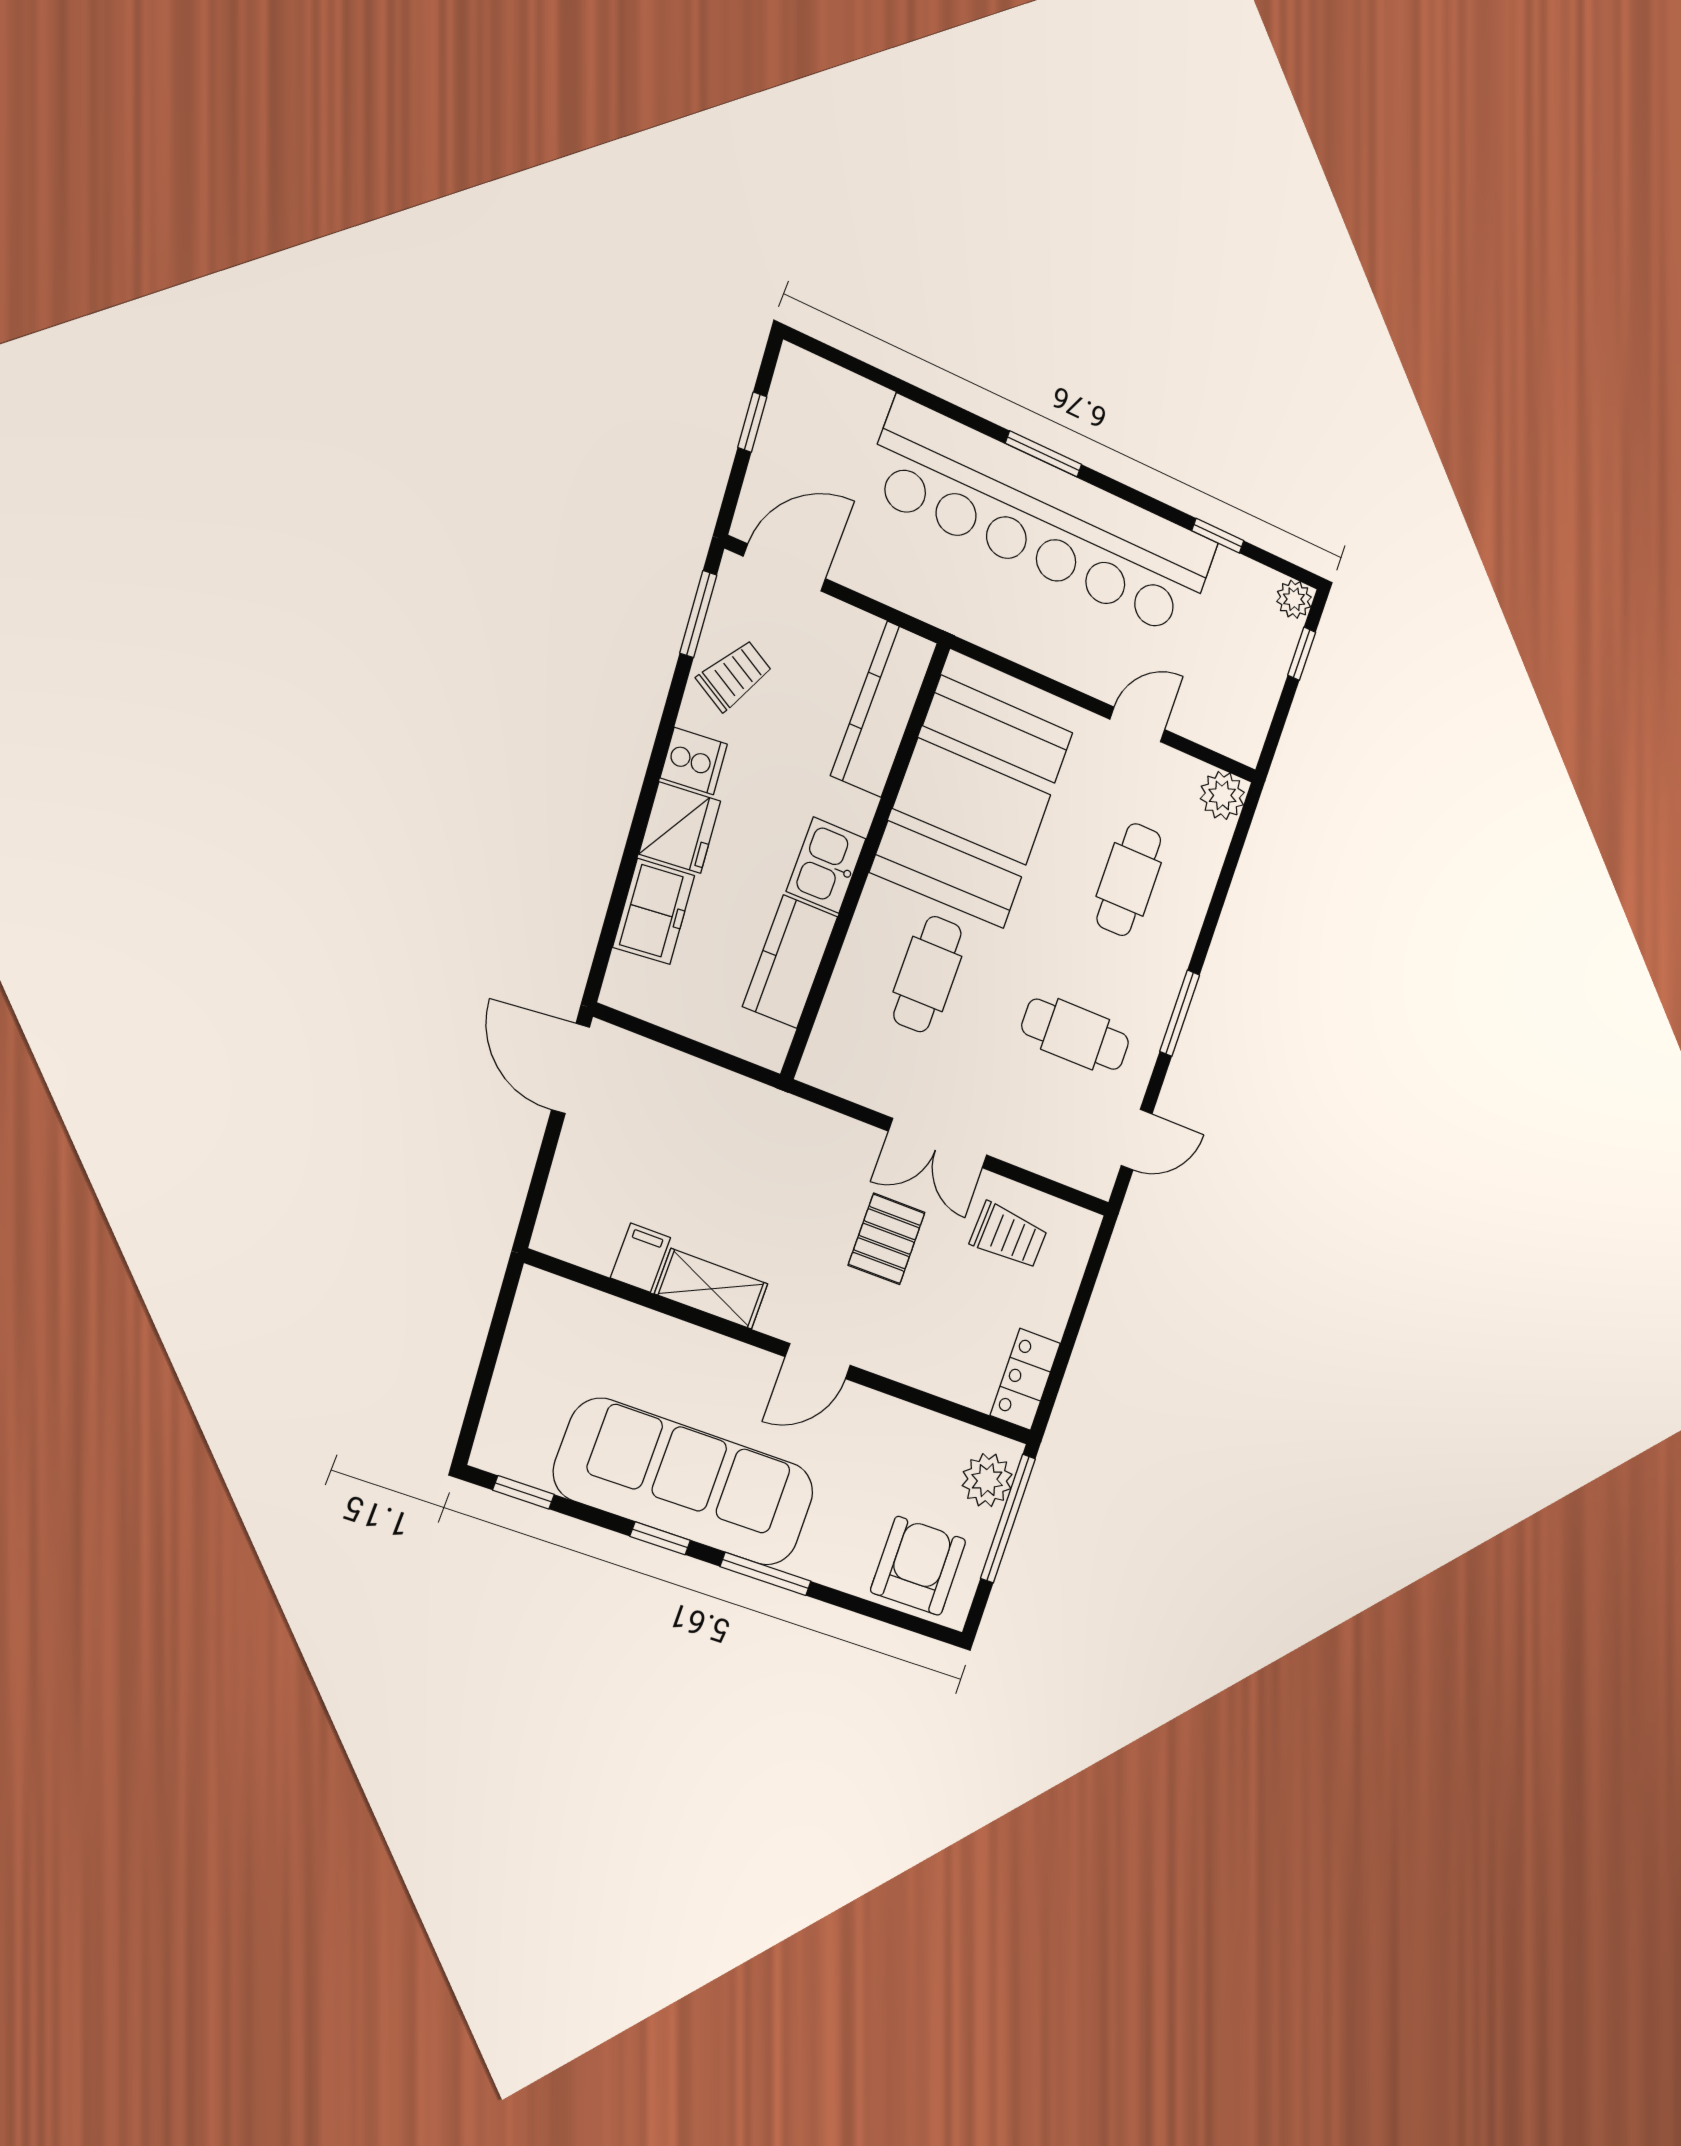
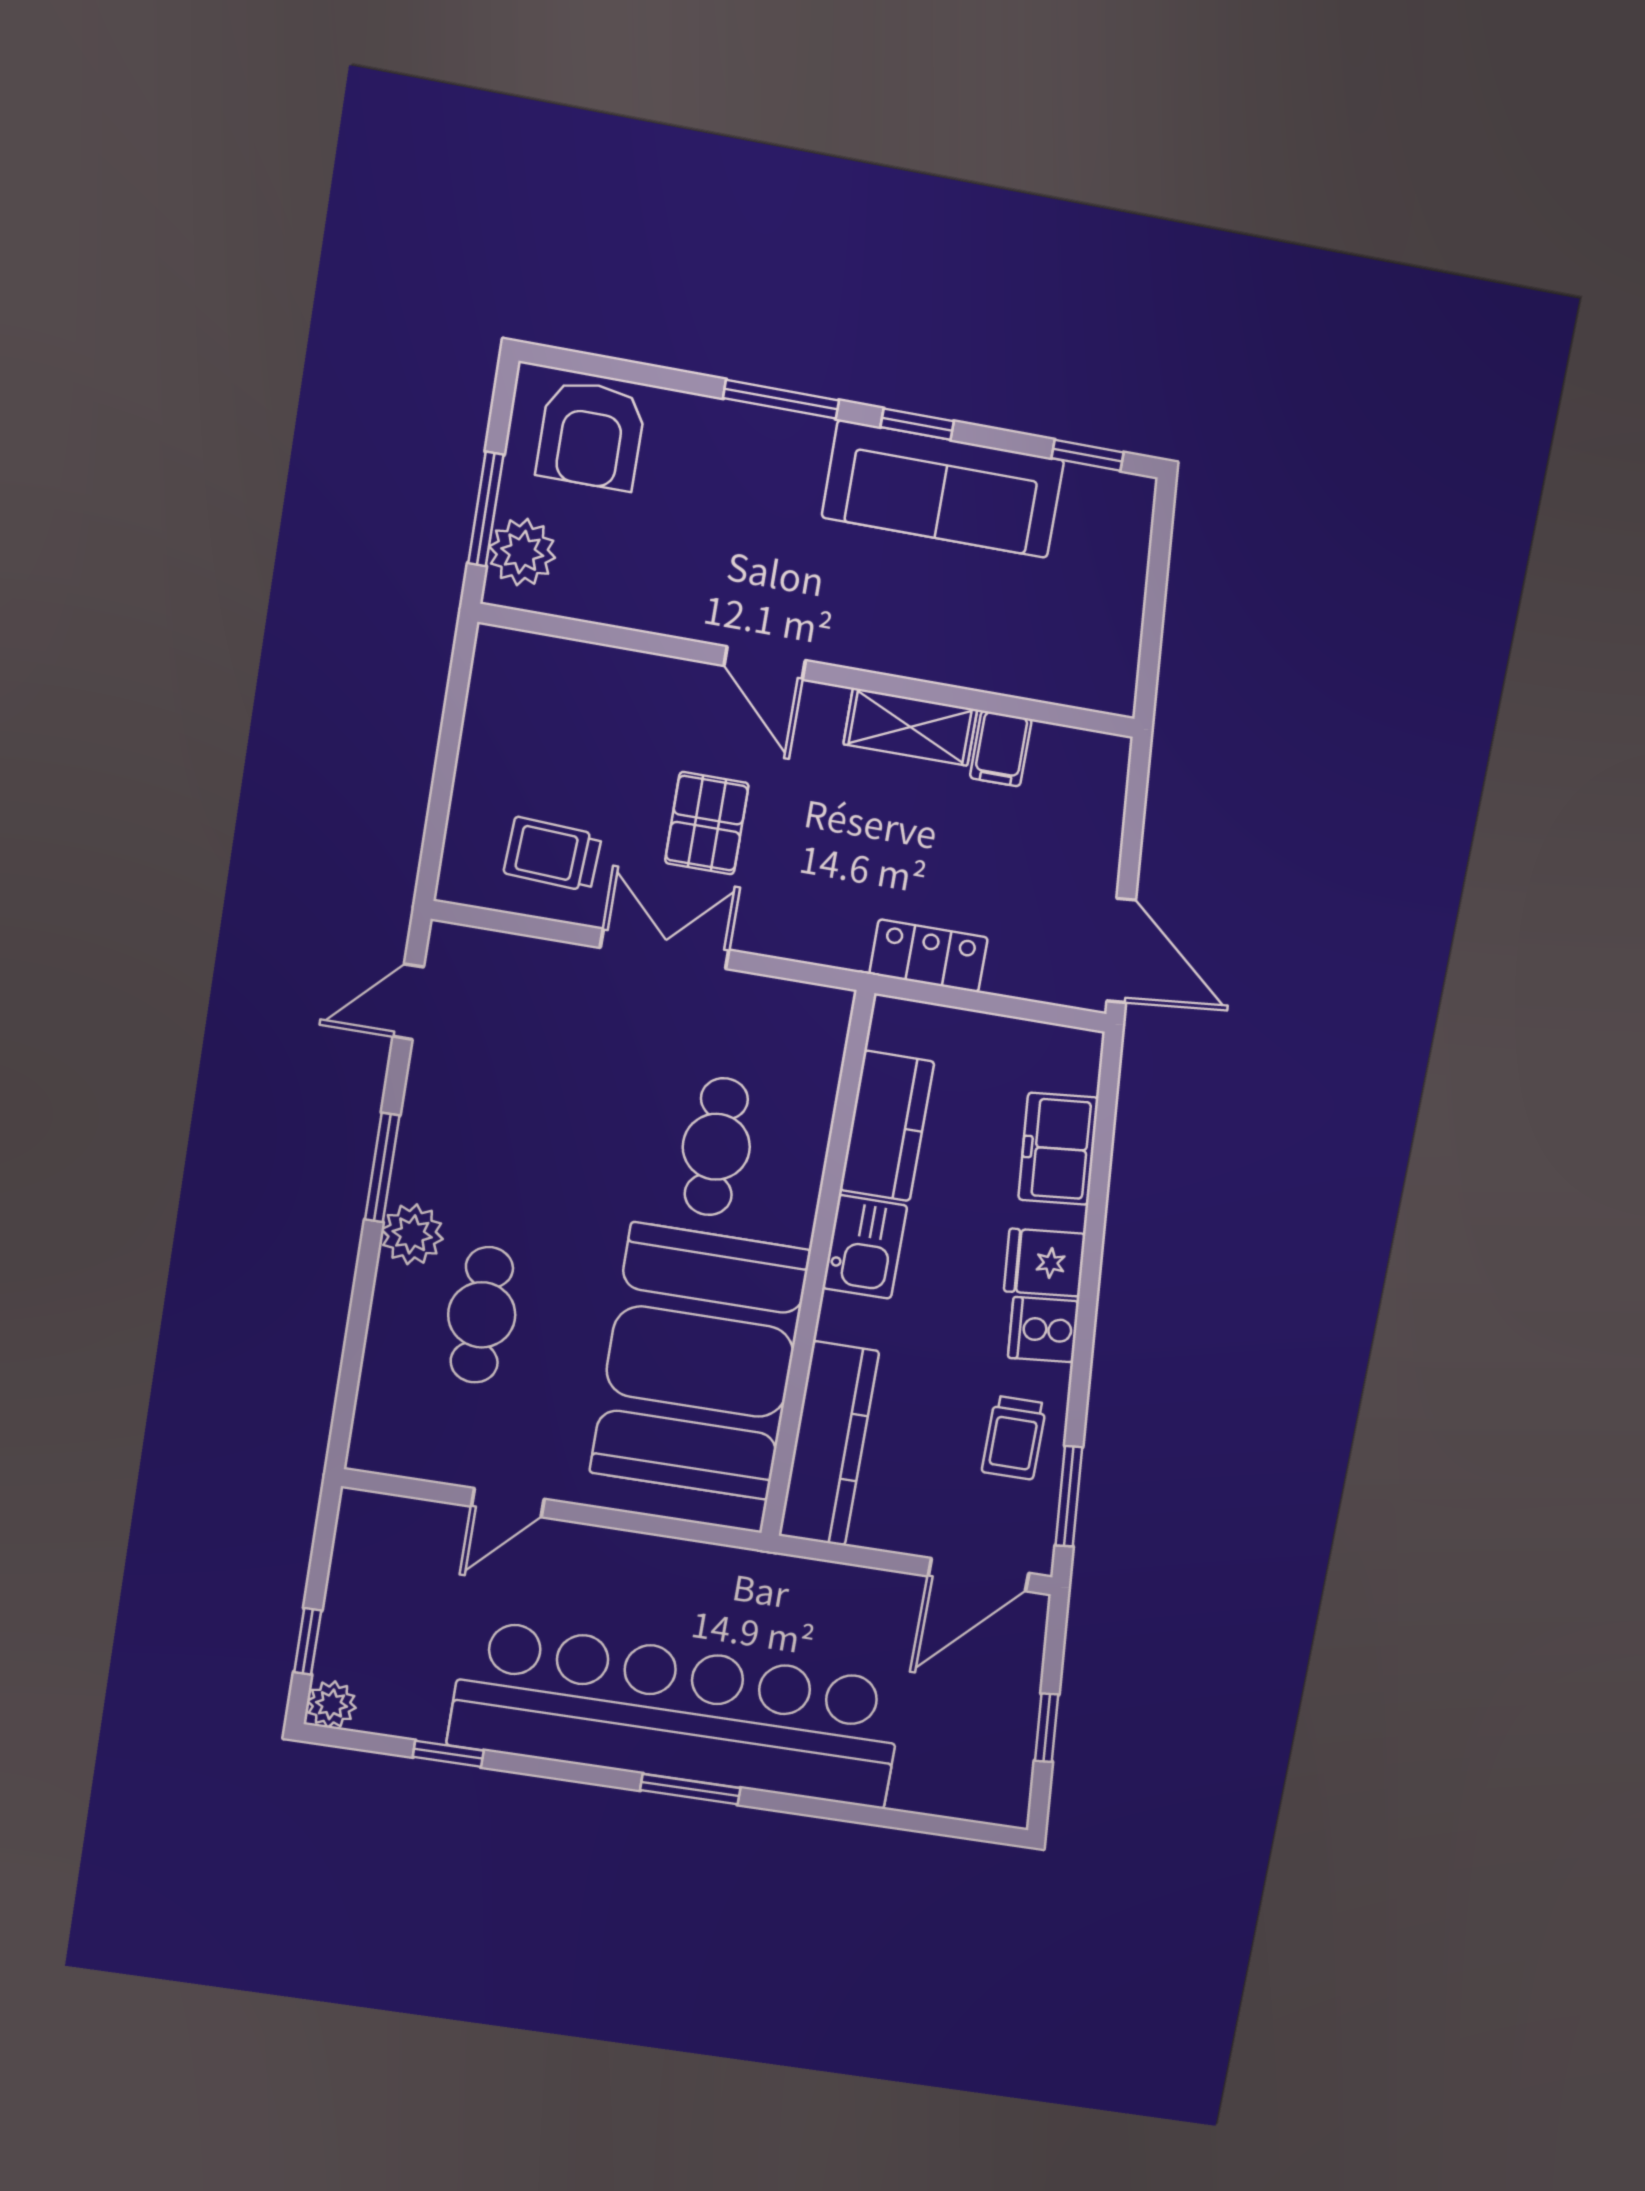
trolley: (734, 675) -> (1014, 1438), turned -30
plant: (1222, 795) -> (412, 1234), moved
fridge: (680, 828) -> (1045, 1263), width x0.72
cafe table: (1075, 1034) -> (514, 1114), removed
door: (818, 1361) -> (765, 663), swing flipped
locker: (1025, 1379) -> (929, 956), moved, turned -90
sofa: (685, 1482) -> (943, 489), width x0.74, depth x0.79
window: (1008, 1518) -> (486, 509), width x0.69

